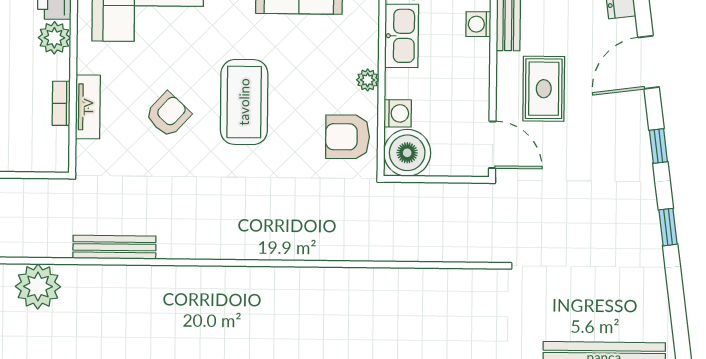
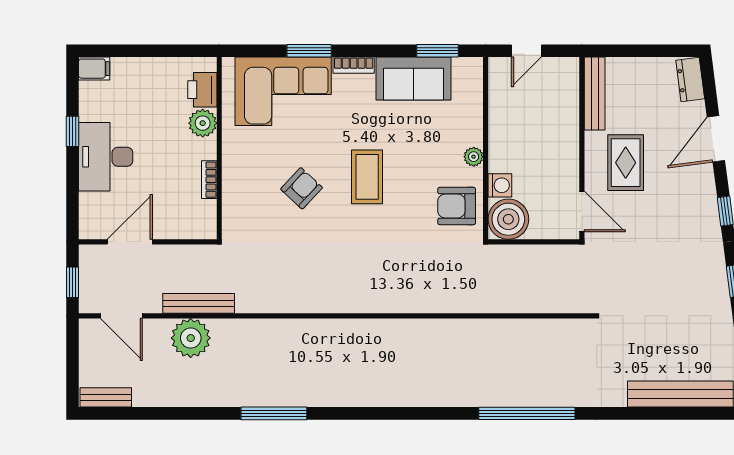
washing machine: (478, 24) -> (569, 107), removed
kitchen sink: (402, 36) -> (503, 118), removed
coffee table: (244, 102) -> (367, 177), width x0.73, depth x0.76
tv unit: (88, 107) -> (232, 182), removed
bench: (114, 247) -> (199, 303), moved

